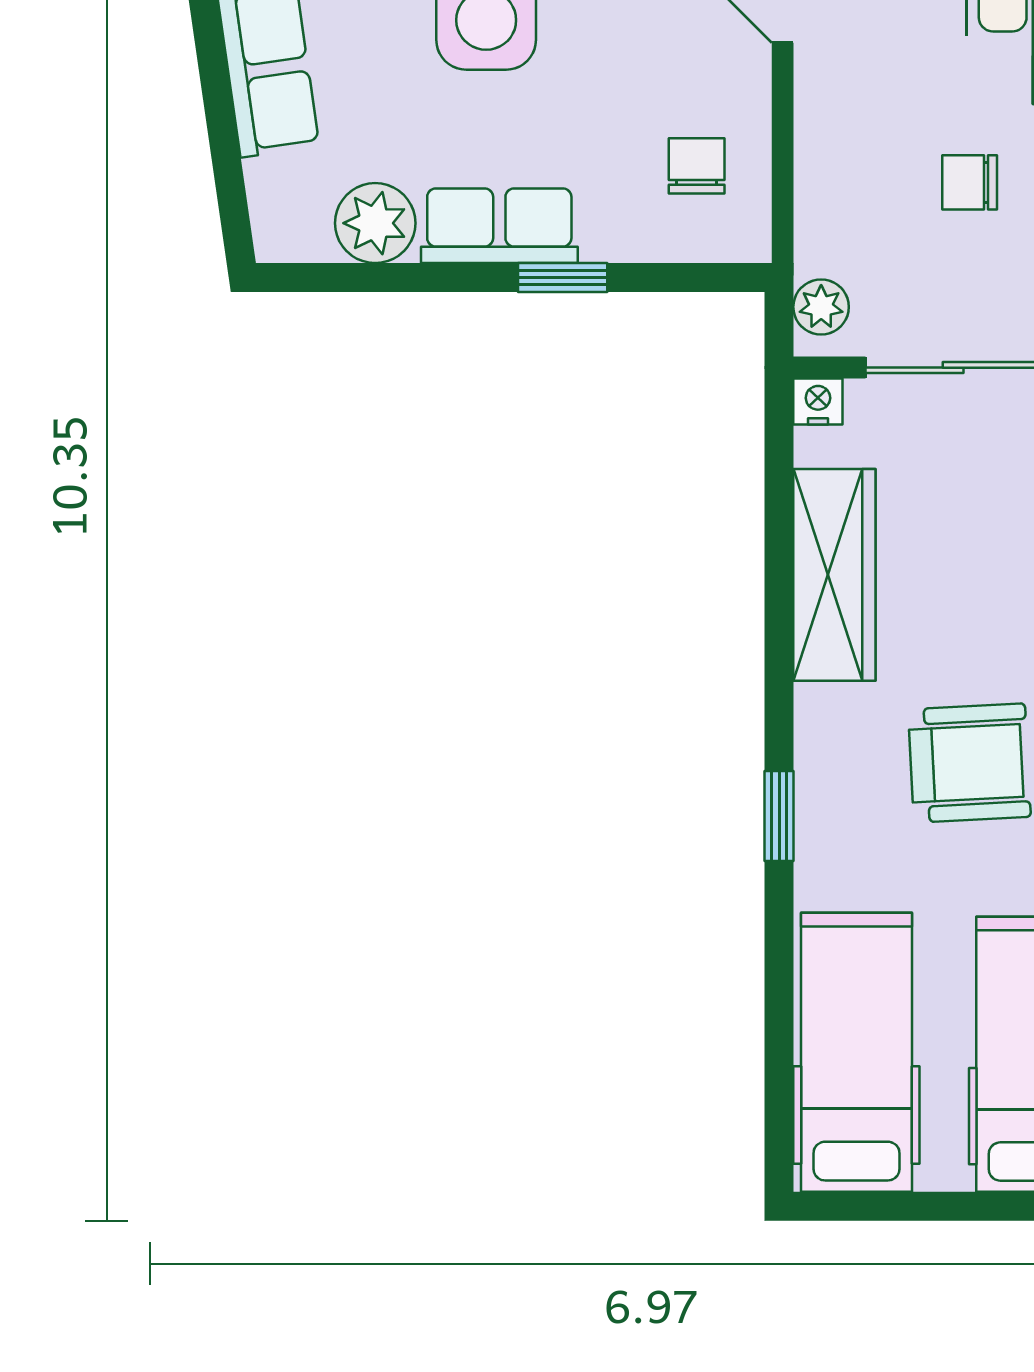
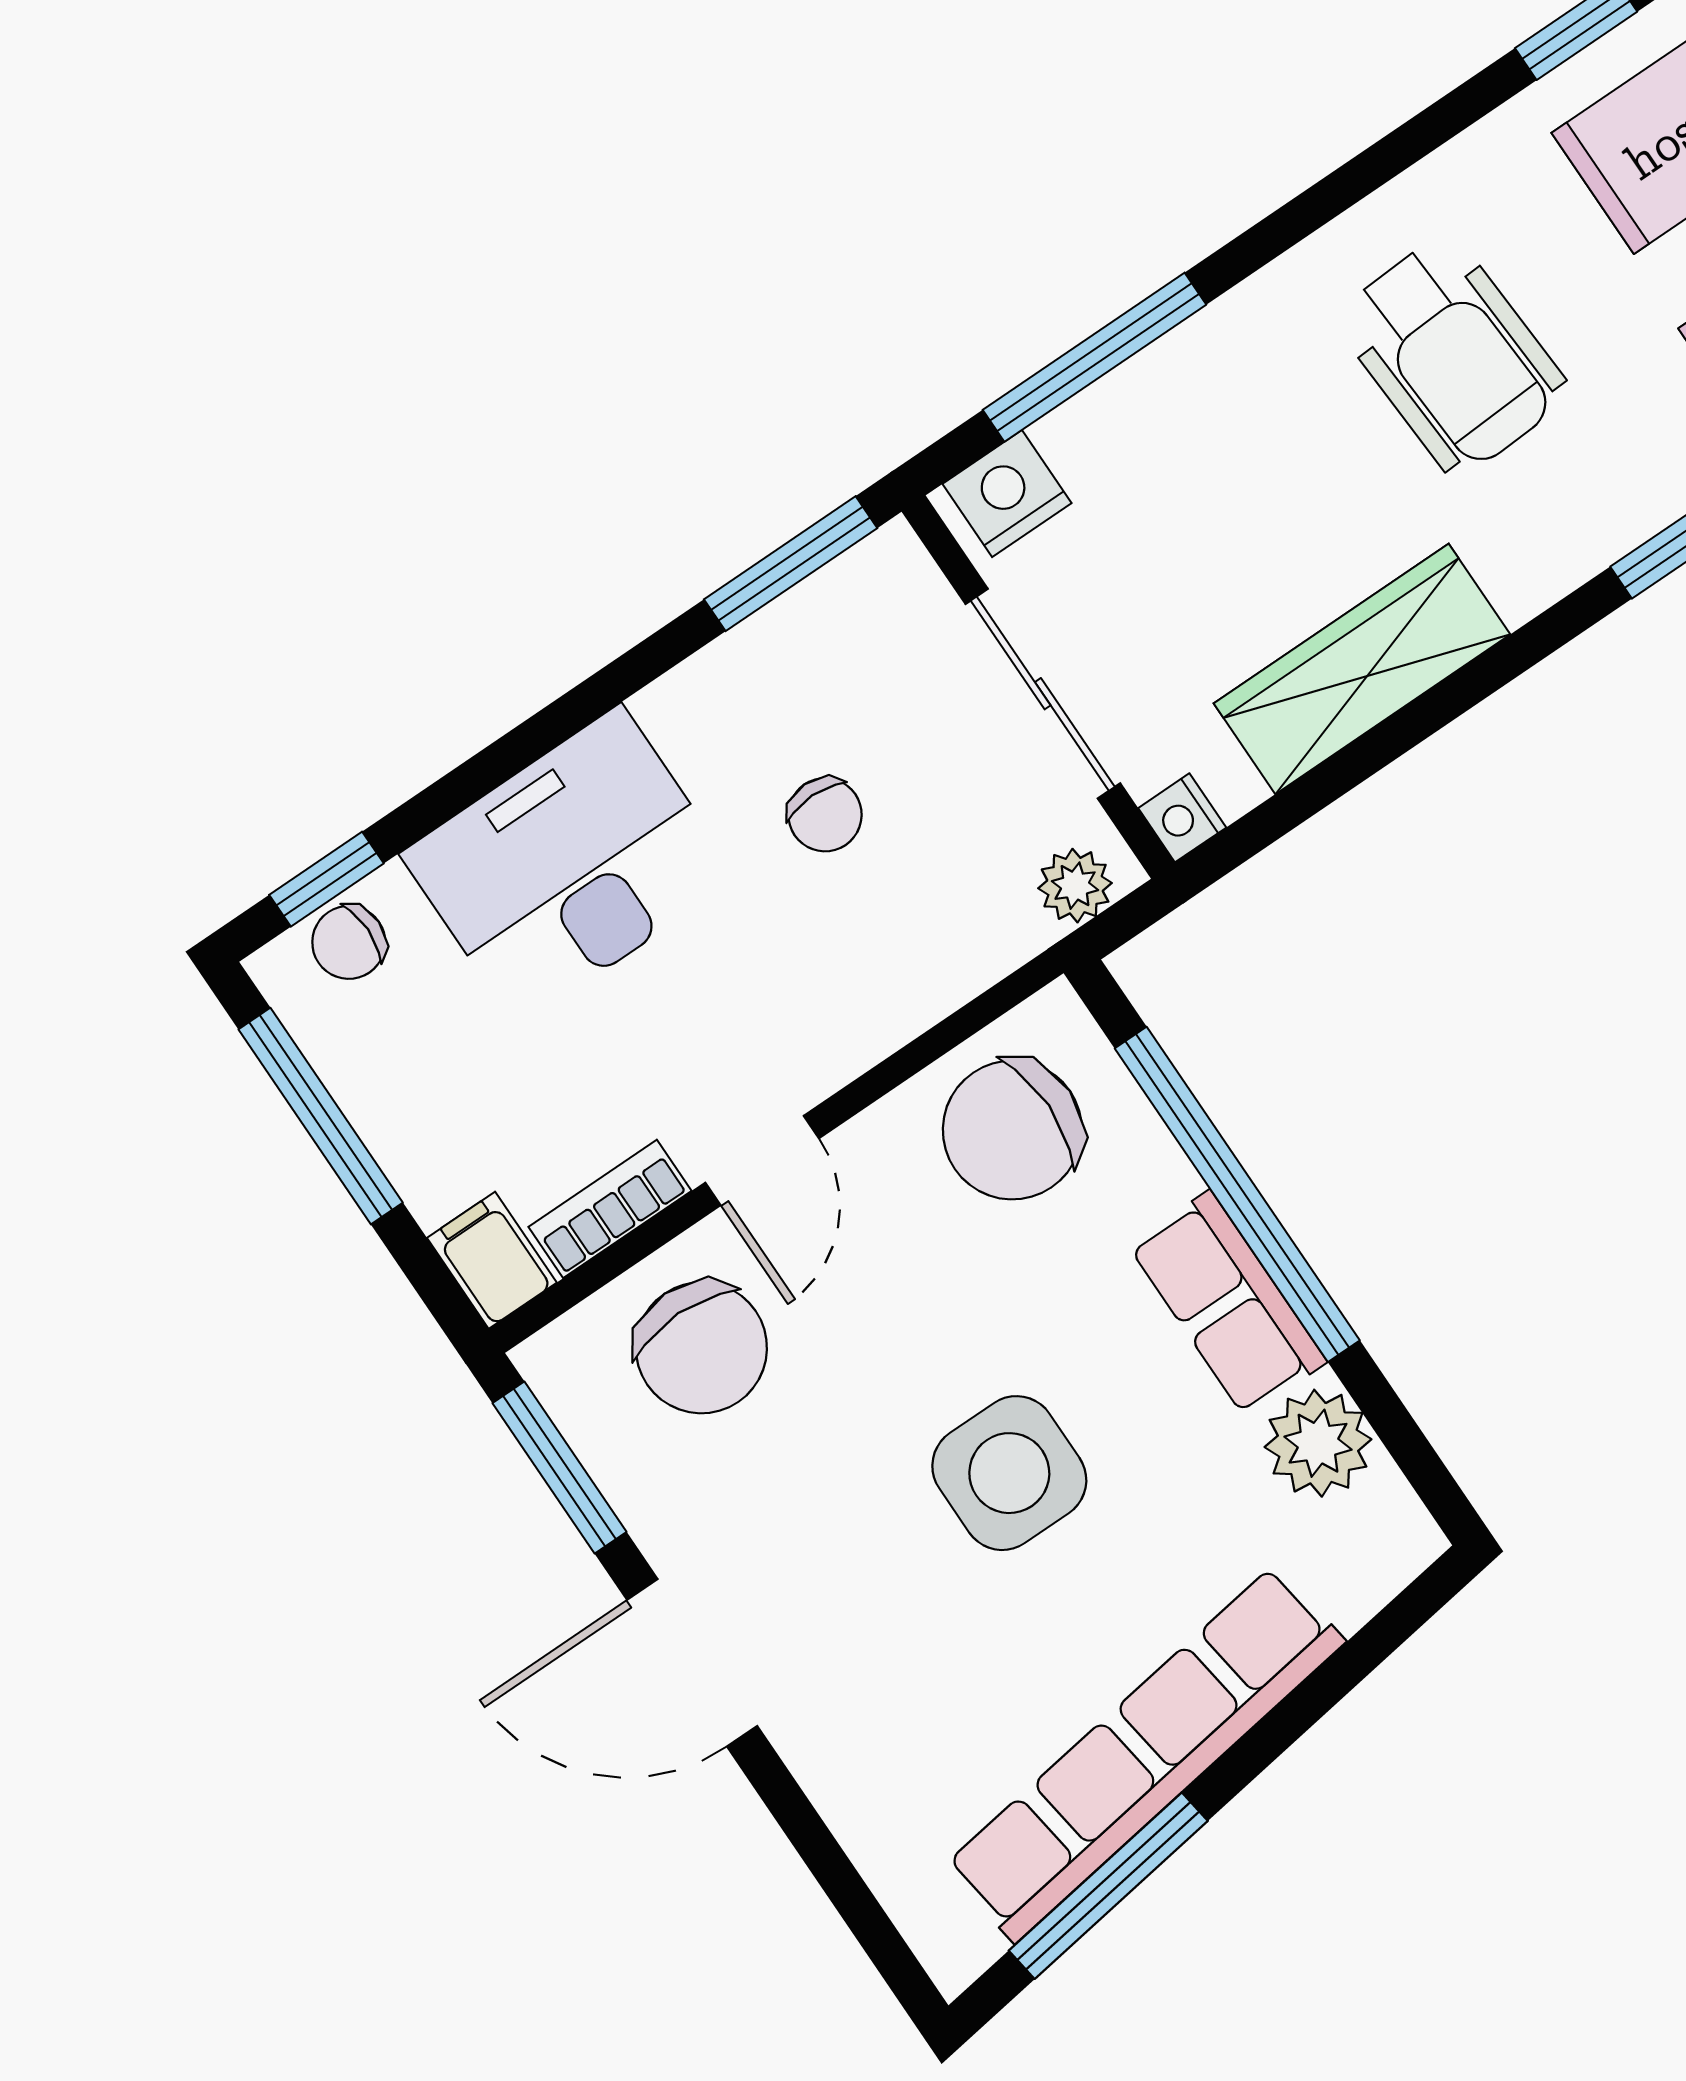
chair: (697, 166) -> (1012, 1130), width x1.87, depth x1.87
window: (563, 278) -> (1237, 1194), width x3.17

